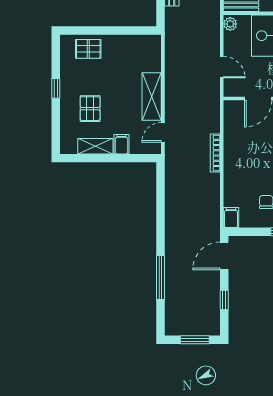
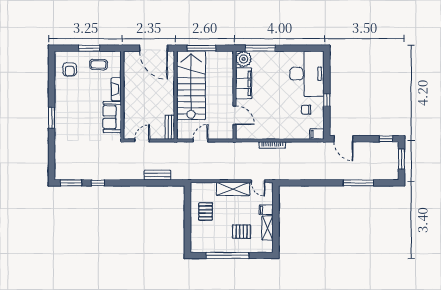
plant: (230, 24) -> (183, 135), removed
pallet: (88, 49) -> (206, 211), moved
door: (222, 67) -> (201, 140), moved
window: (56, 88) -> (228, 255), width x3.17
window: (224, 300) -> (386, 139), moved

